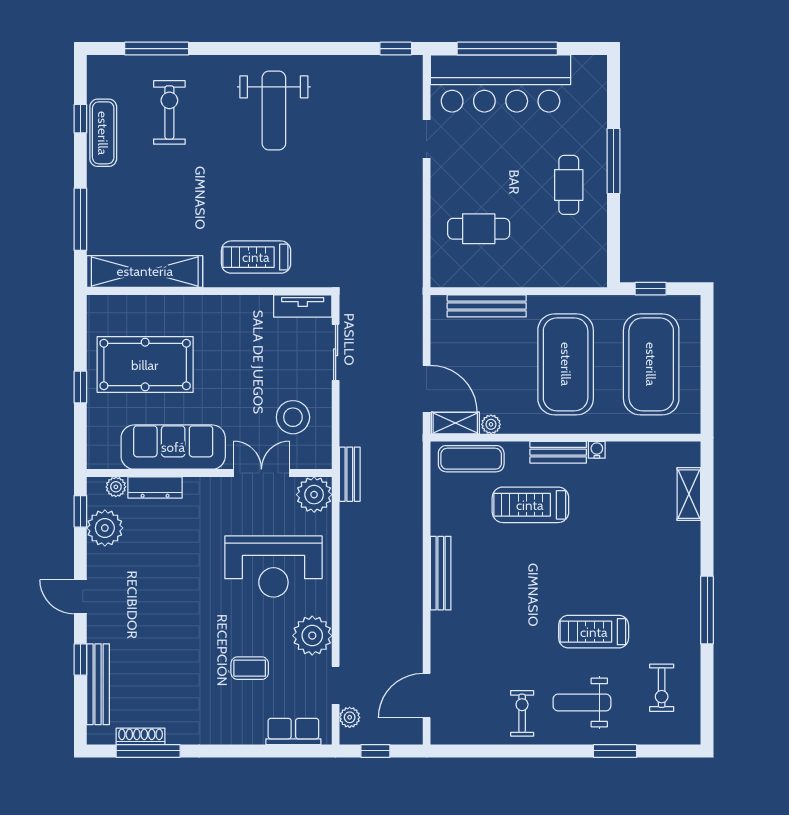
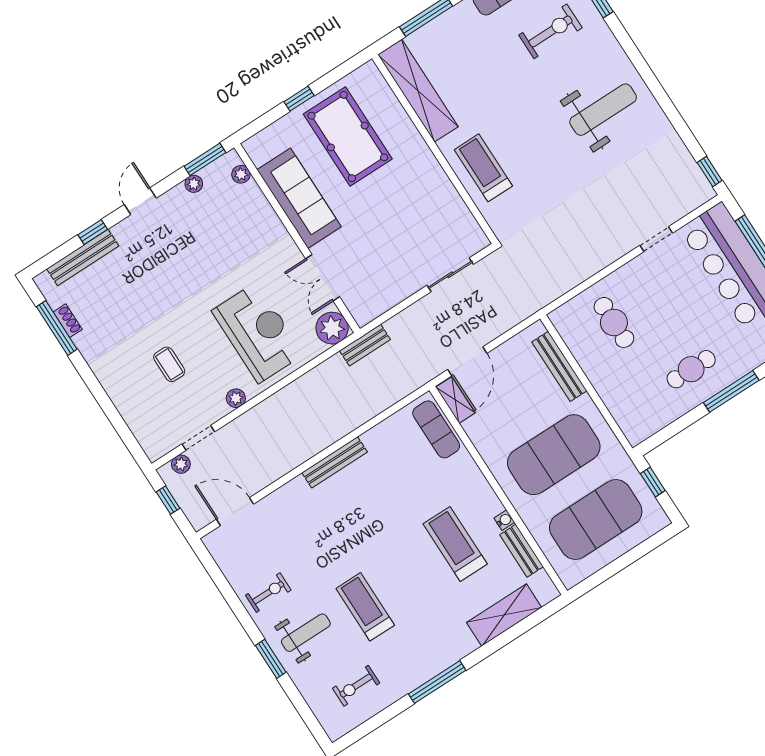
weight bench: (274, 111) -> (603, 110), turned 180
tv unit: (303, 306) -> (469, 227), removed
stool: (293, 417) -> (380, 274), removed
plant: (491, 424) -> (472, 428), removed
bench: (558, 452) -> (522, 551), moved
double door: (261, 473) -> (323, 278), swing flipped
dresser: (155, 487) -> (260, 204), removed
shelving: (689, 494) -> (504, 615), width x1.50, depth x1.33
treadmill: (530, 505) -> (455, 544), moved
window: (80, 511) -> (205, 159), width x1.50
plant: (105, 528) -> (194, 184), width x0.53, depth x0.53
reception desk: (273, 566) -> (258, 333), turned 180
plant: (312, 636) -> (236, 398), width x0.53, depth x0.53
weight bench: (582, 702) -> (306, 633), turned 90
row of seats: (293, 731) -> (143, 428), removed
shoe rack: (141, 736) -> (68, 321), width x0.70
window: (615, 751) -> (271, 659), moved

